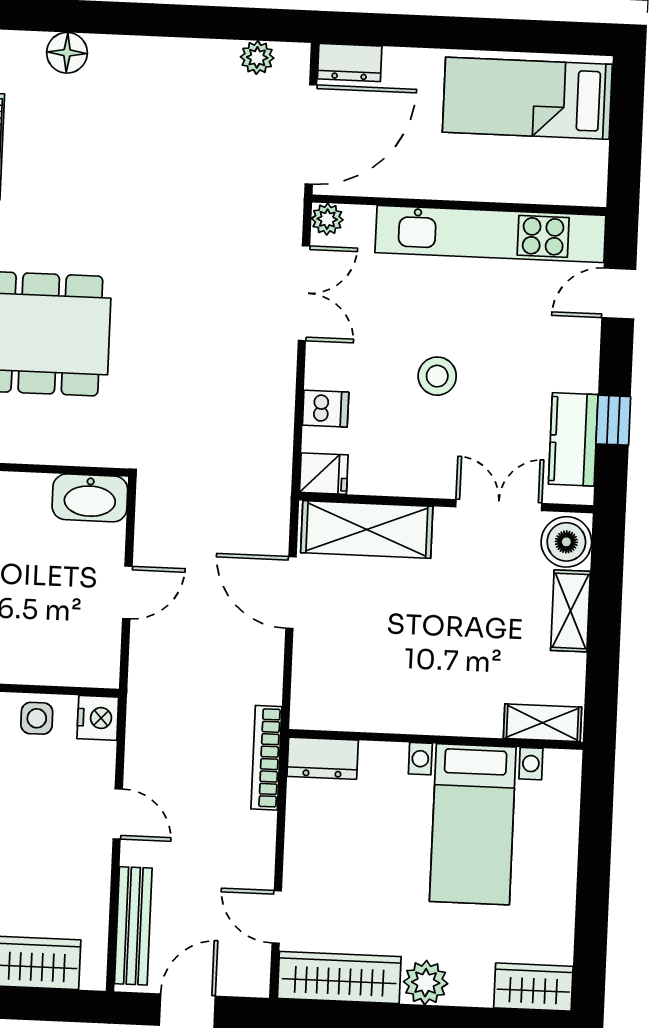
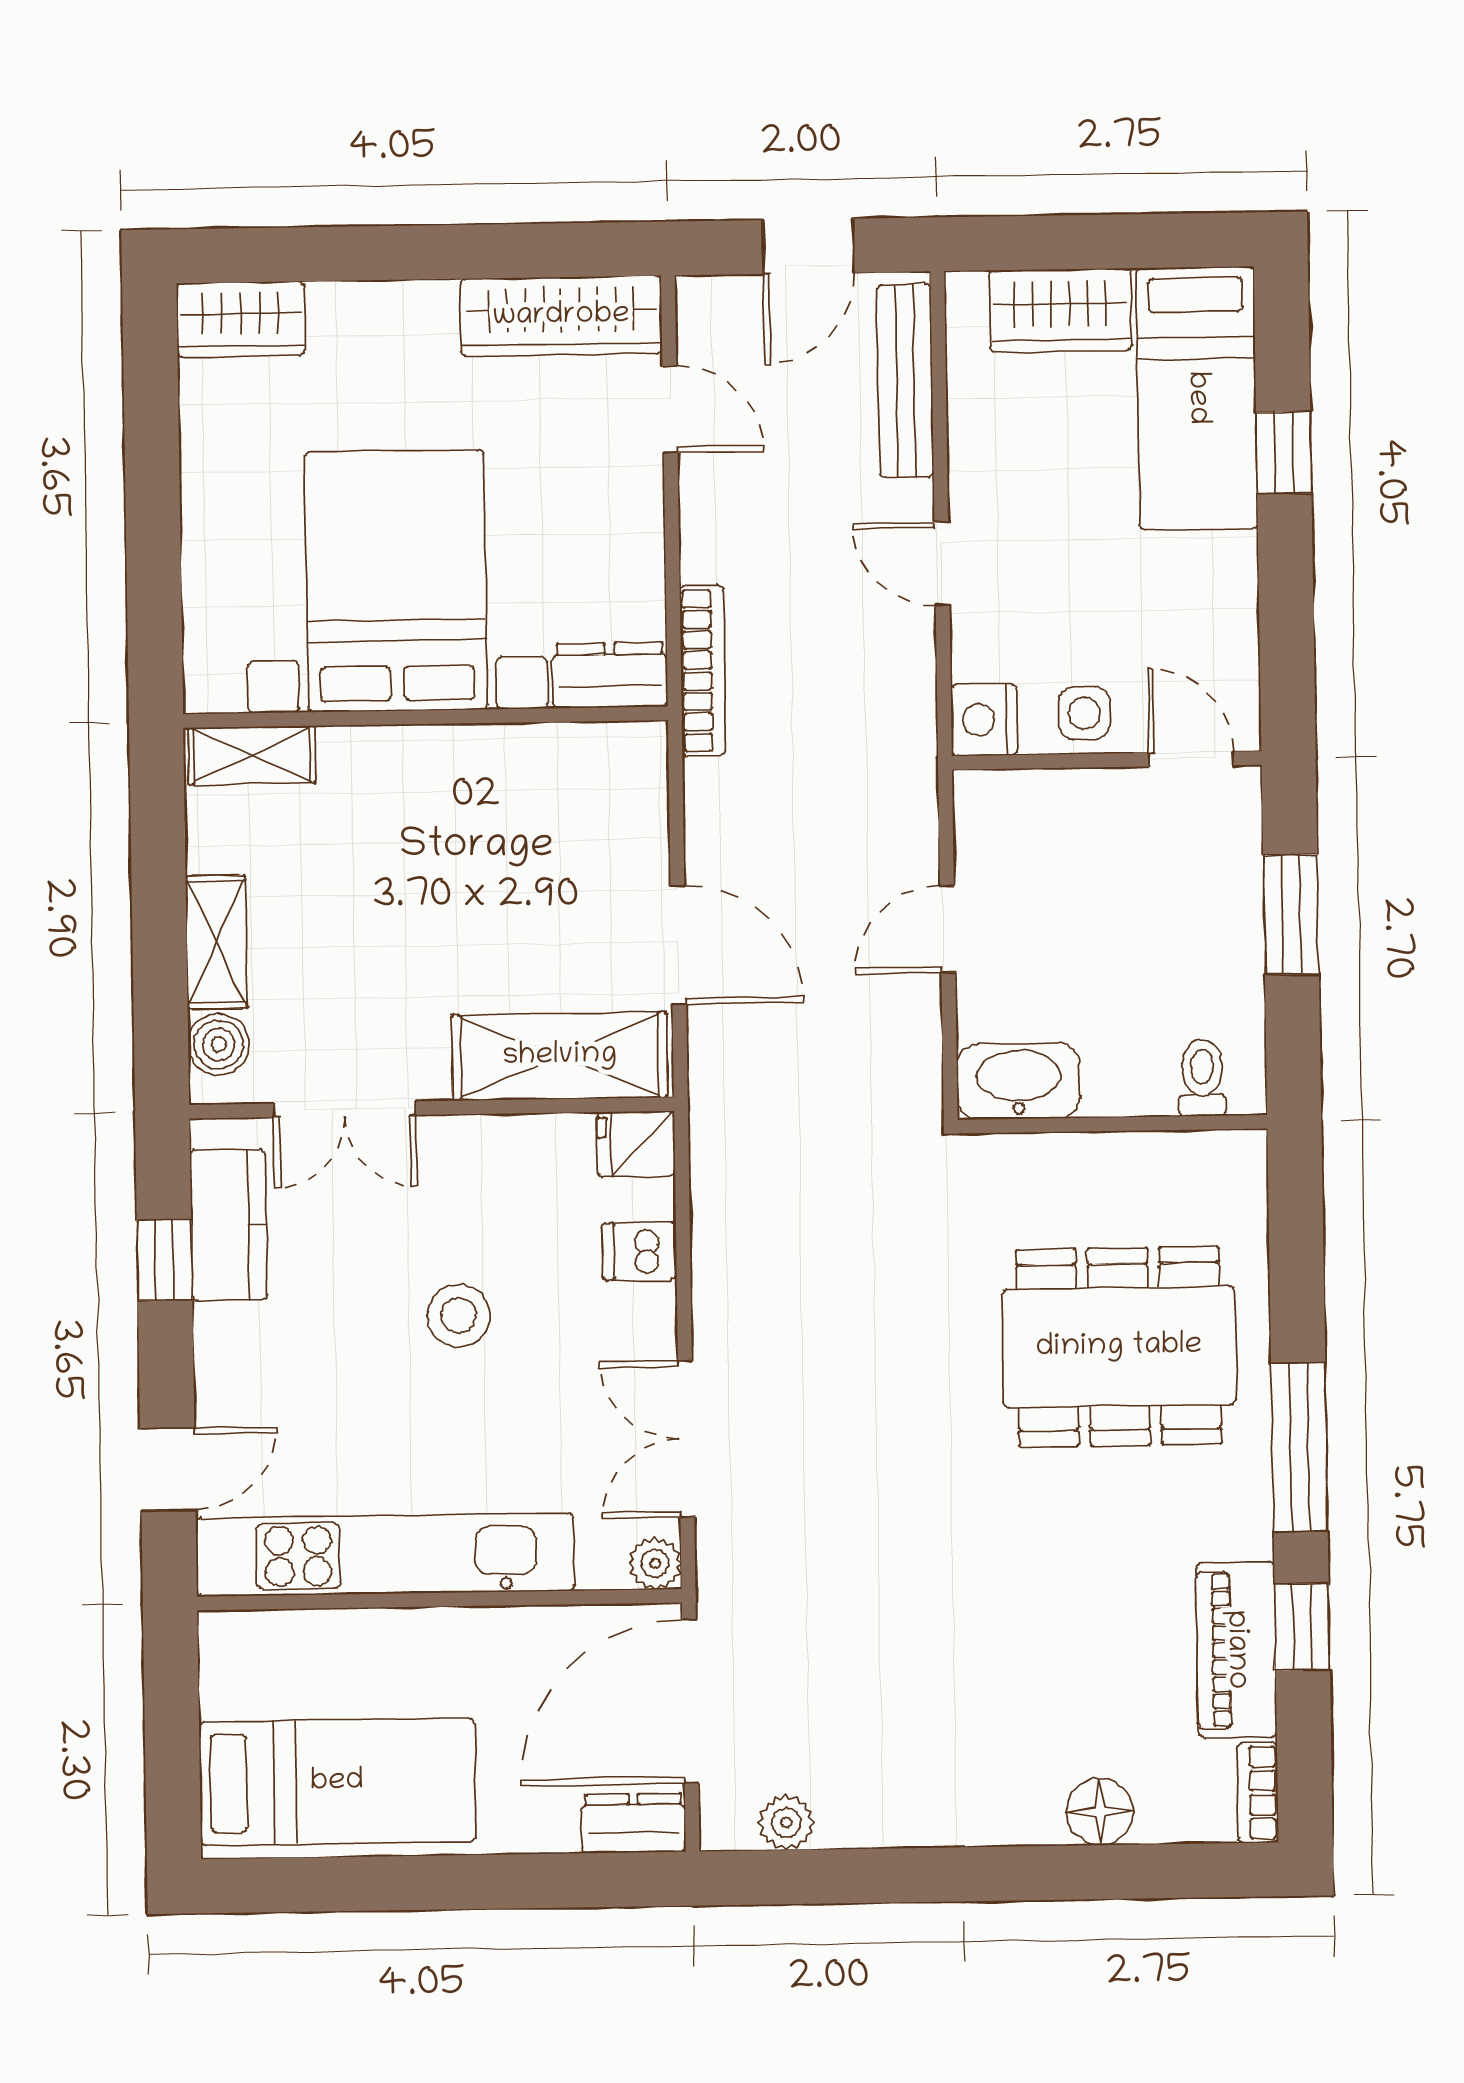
boiler: (566, 542) -> (219, 1044), width x0.73, depth x0.73
bed with nightstands: (473, 824) -> (396, 581), width x1.36
plant: (426, 983) -> (419, 316), removed

